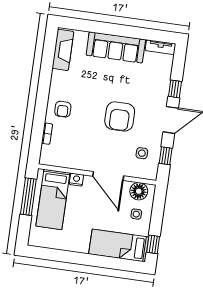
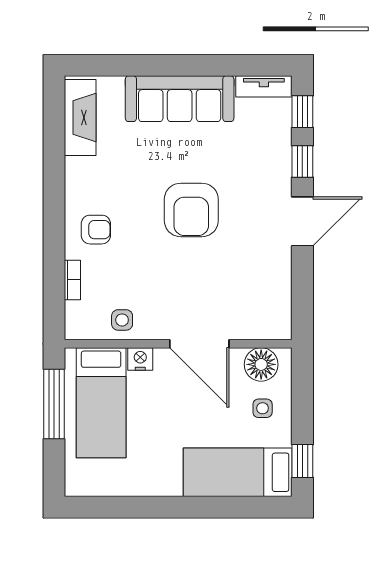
armchair: (63, 109) -> (96, 230), turned -90
armchair: (120, 116) -> (191, 210), moved
side table: (142, 153) -> (122, 320), moved
window: (166, 156) -> (302, 112), moved

